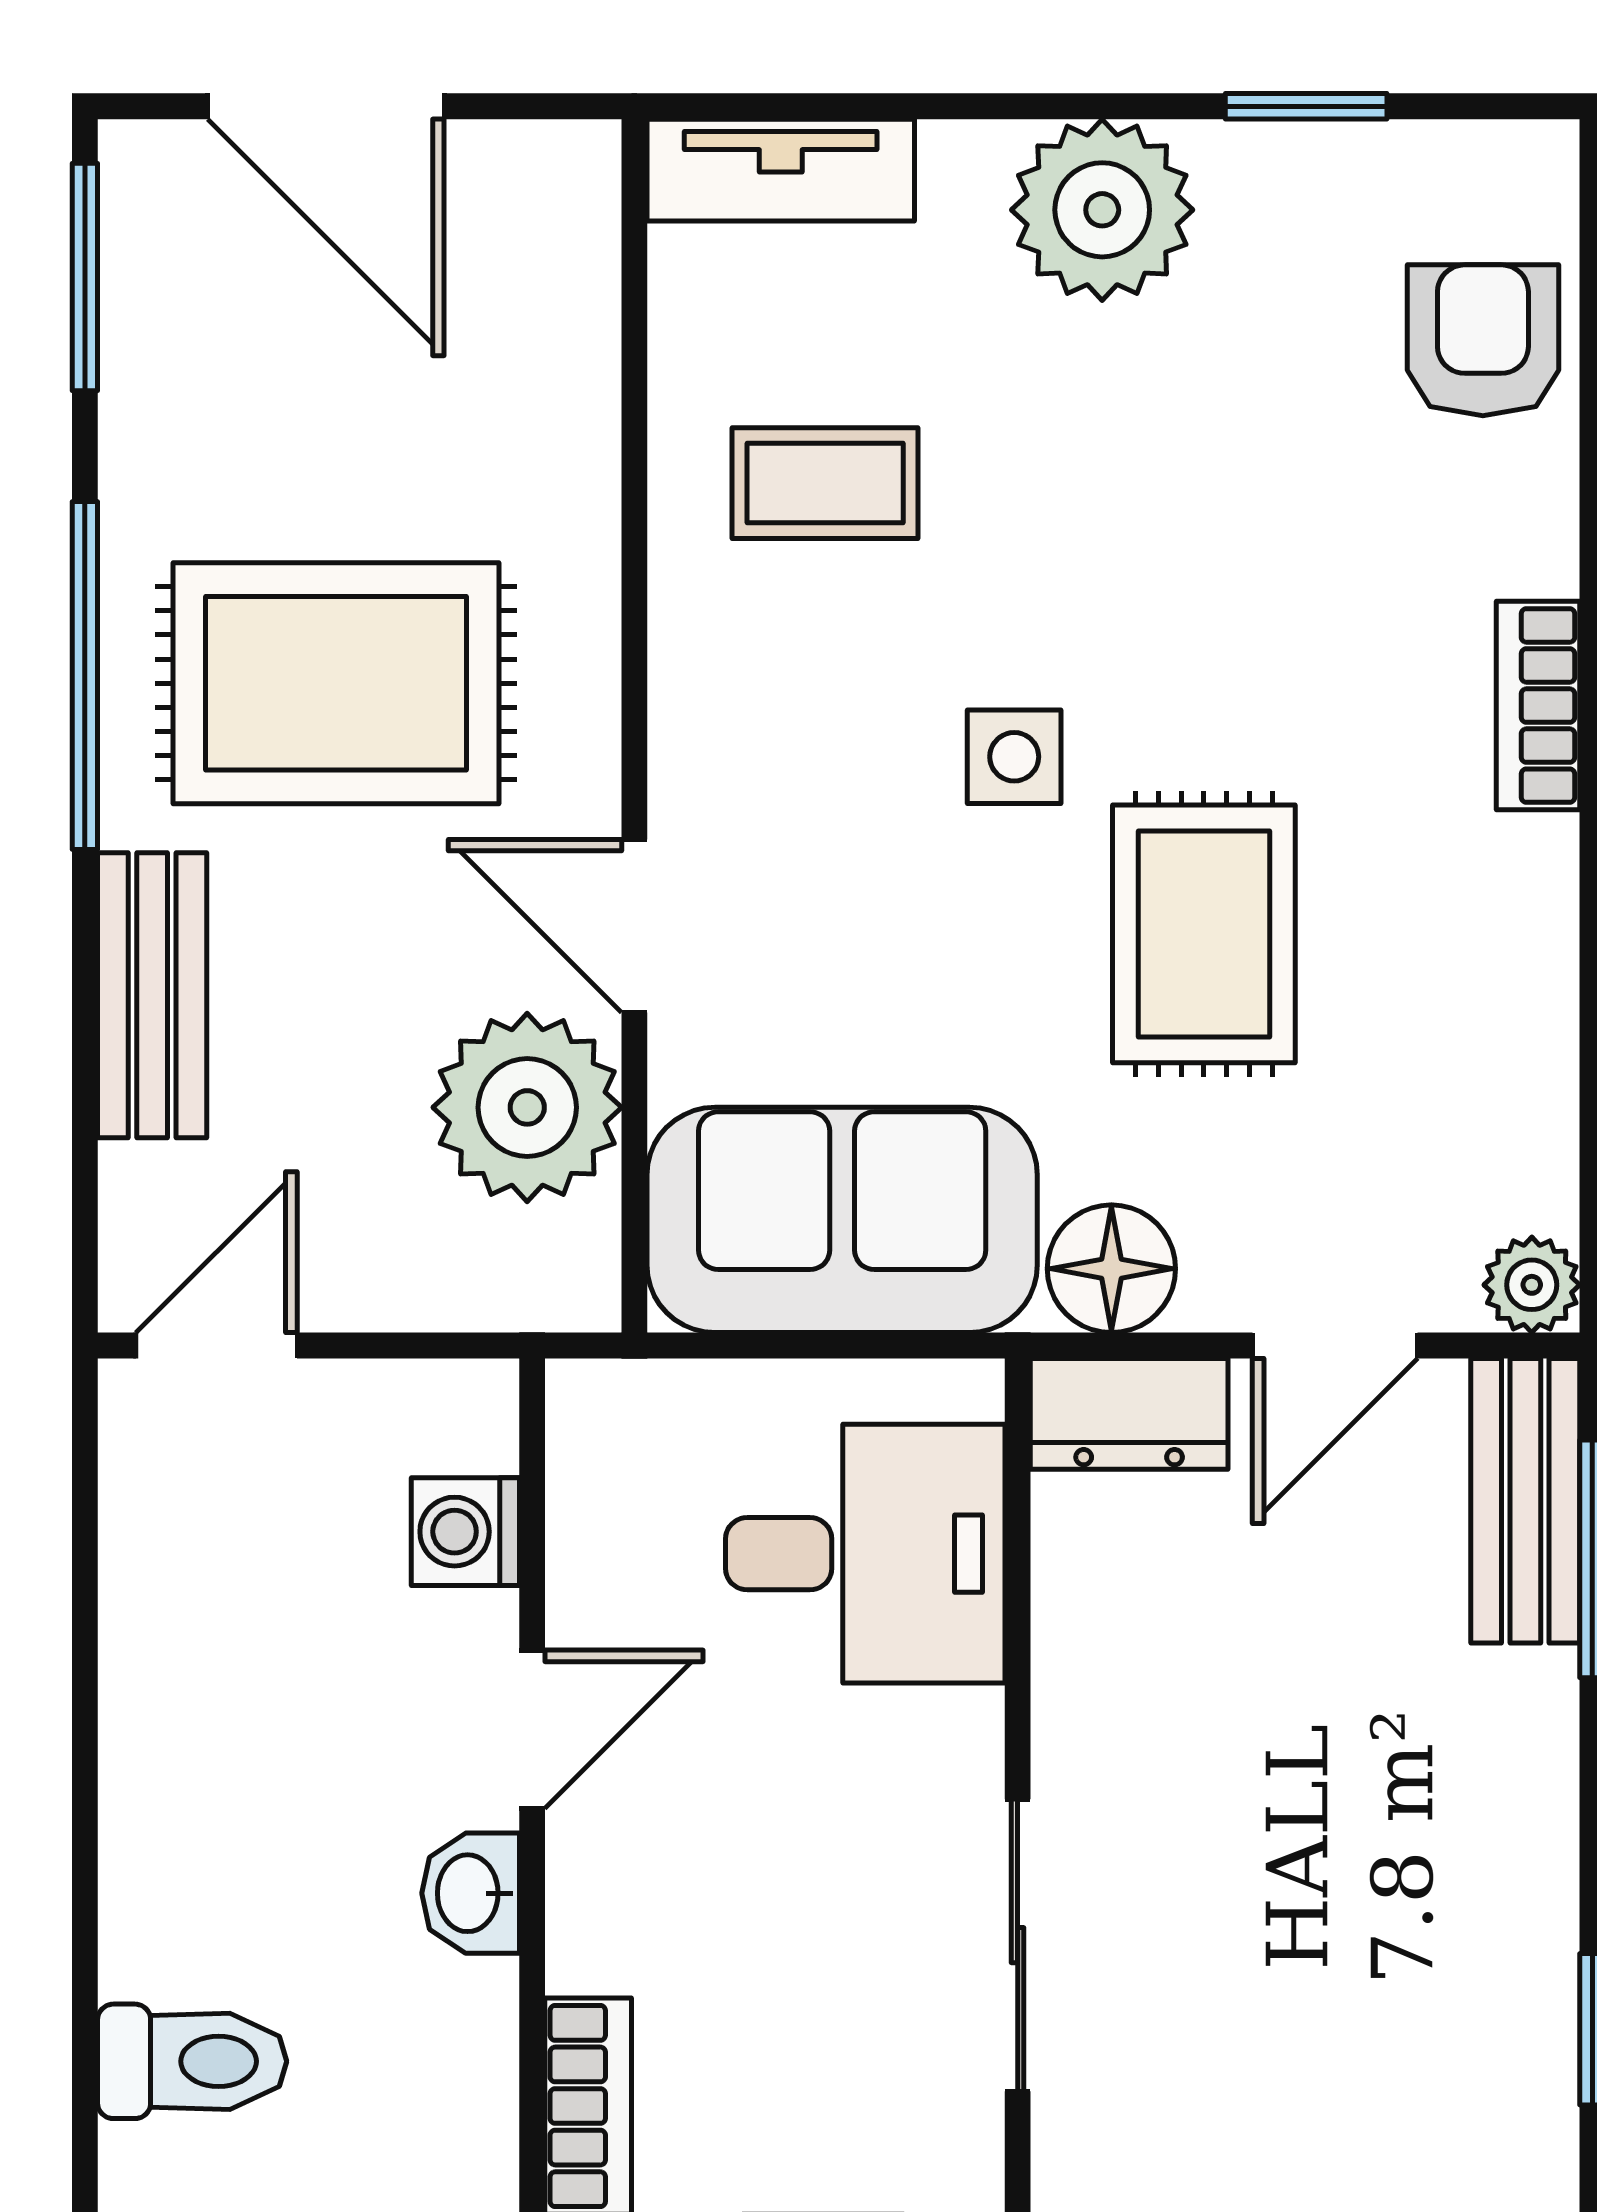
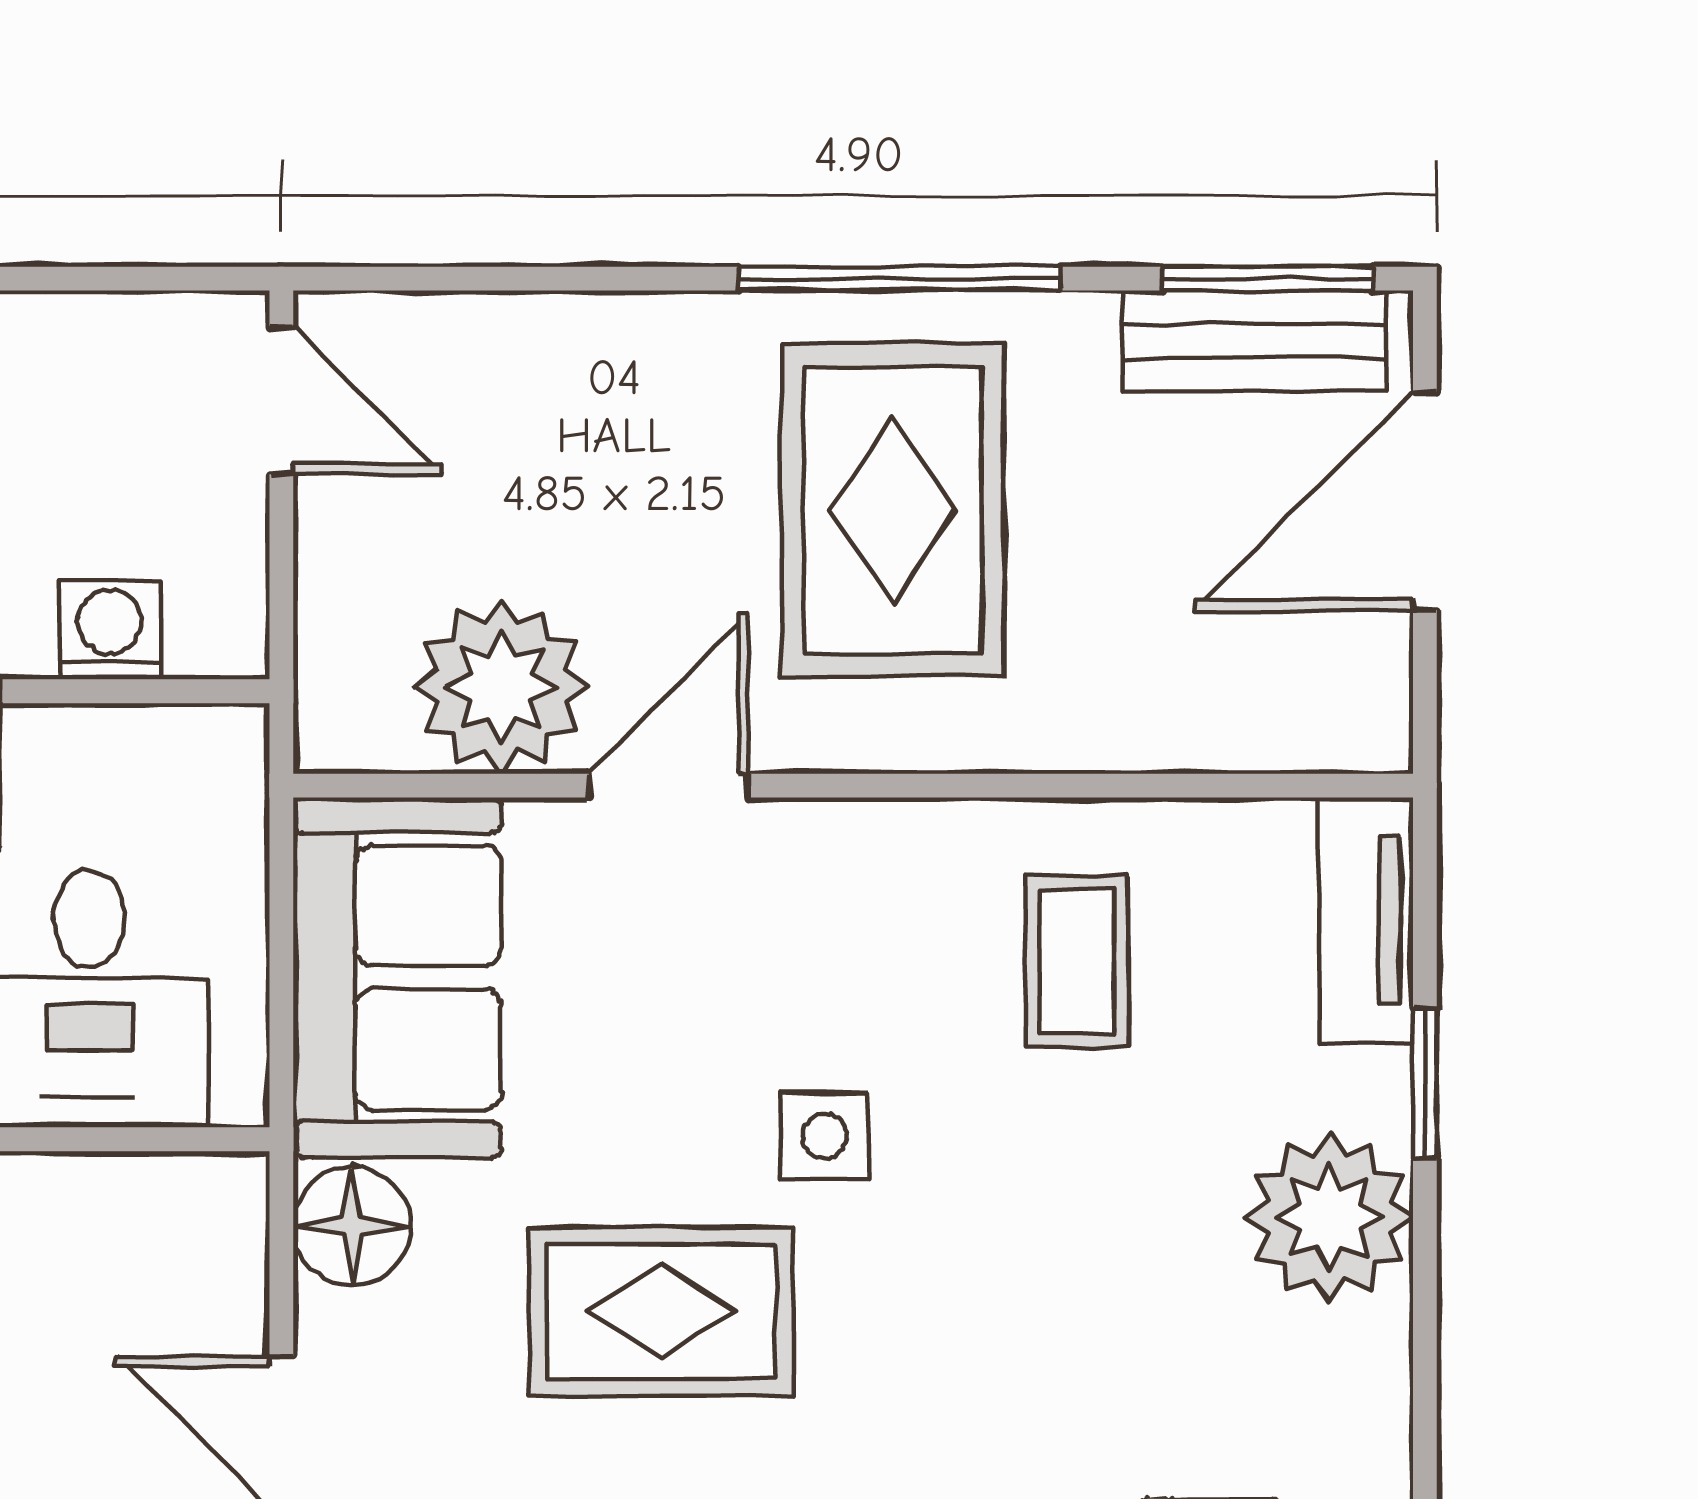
window: (1306, 106) -> (1425, 1084), moved
bench: (152, 995) -> (1254, 341), moved
dresser: (1129, 1414) -> (218, 1242), removed

